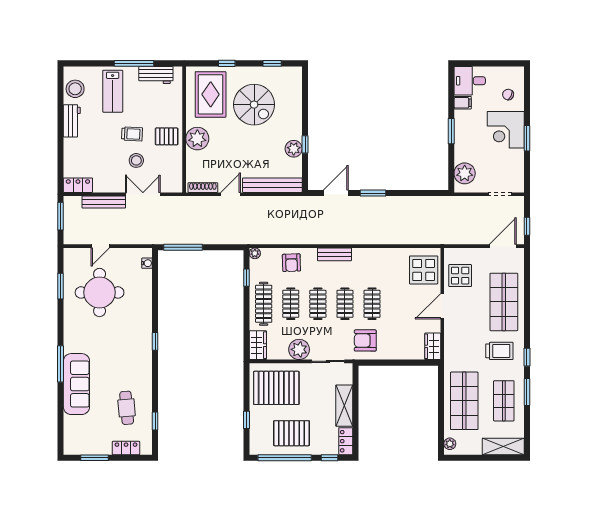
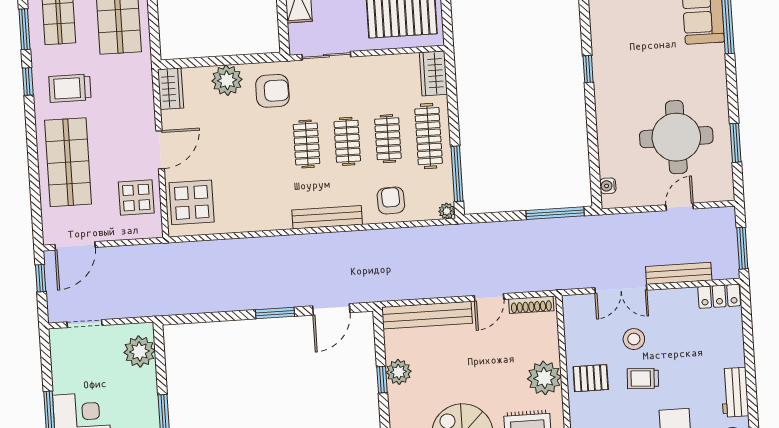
bench: (334, 254) -> (327, 217), width x1.36
window: (246, 278) -> (457, 174), width x2.17
clothes rail: (372, 304) -> (266, 147), removed
plant: (299, 349) -> (227, 80), moved

